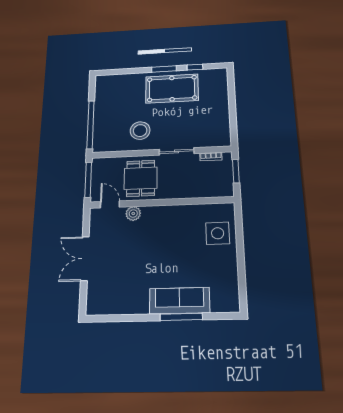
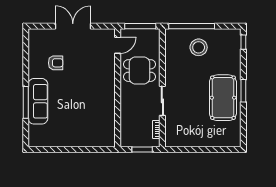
window: (195, 67) -> (243, 42), moved
stool: (140, 131) -> (199, 47), moved
plant: (133, 213) -> (109, 65), removed
side table: (218, 233) -> (90, 132), removed
armchair: (130, 279) -> (56, 63), added

